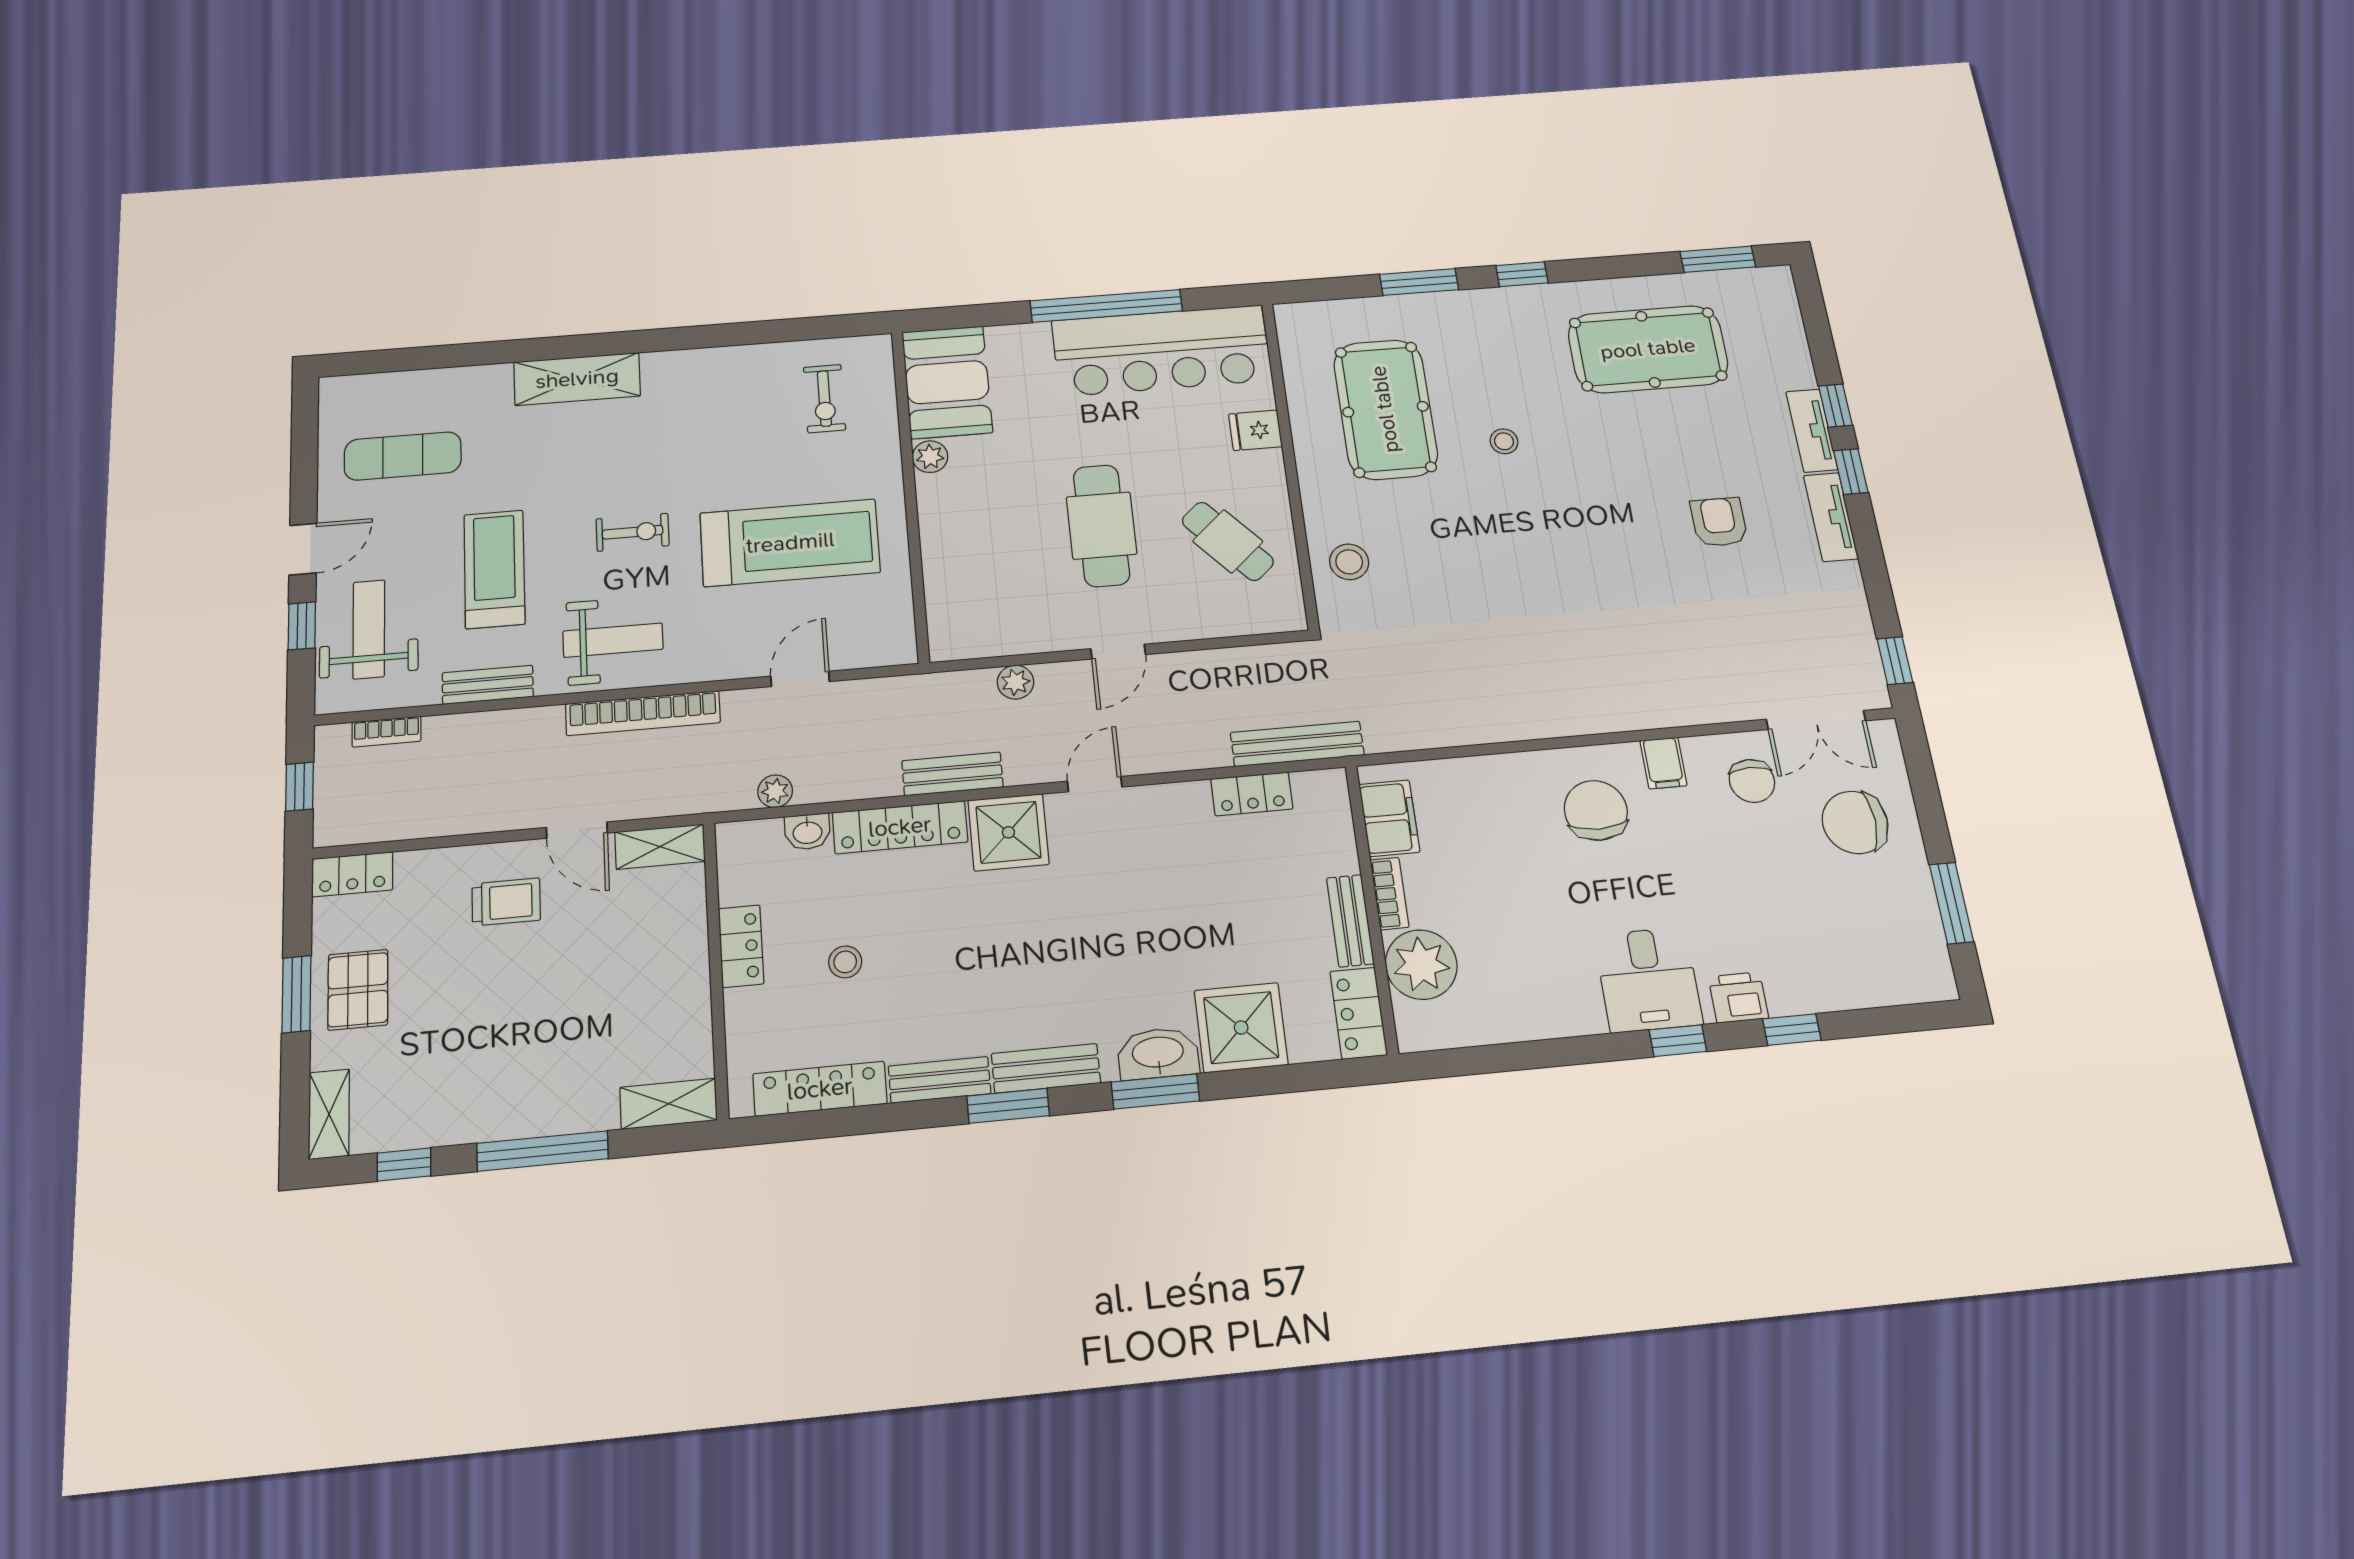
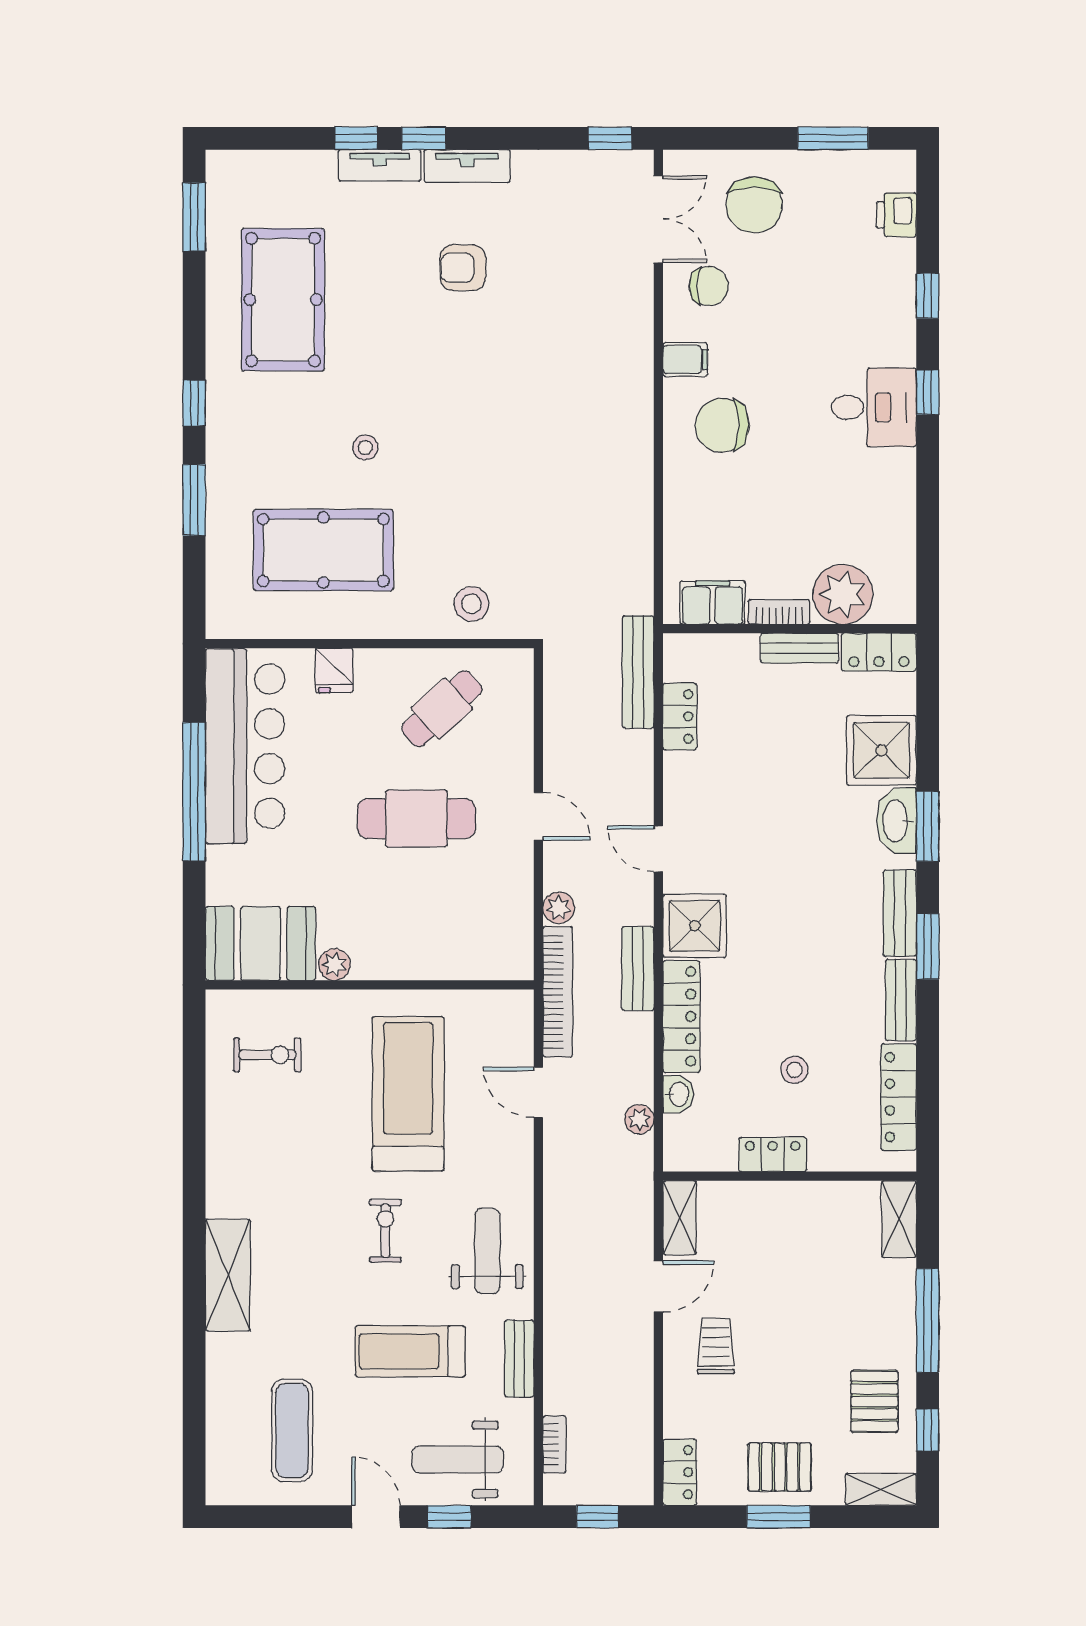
bookcase: (643, 713) -> (558, 992), moved
printer: (1738, 997) -> (896, 215), moved
pallet: (440, 1096) -> (874, 1401), added

